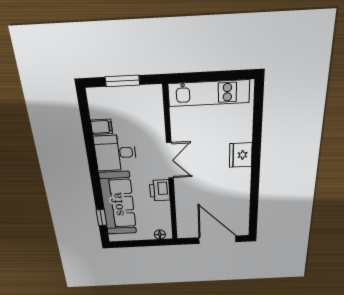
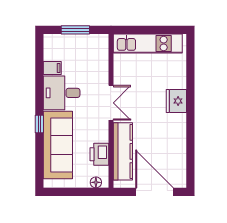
printer: (160, 190) -> (99, 154), moved
kitchen counter: (185, 206) -> (123, 151), added
window: (101, 218) -> (39, 124), moved

